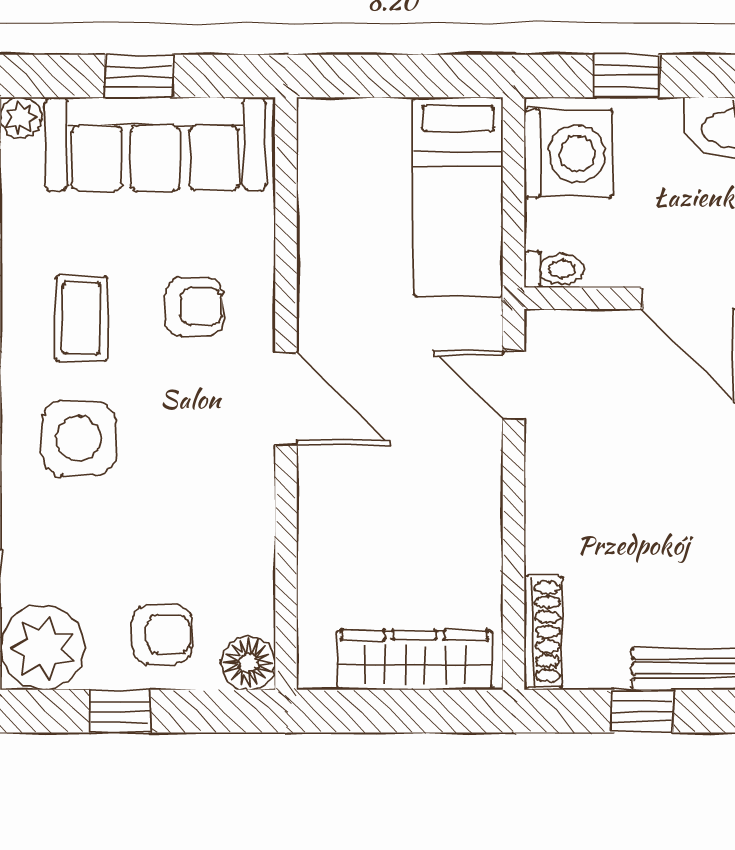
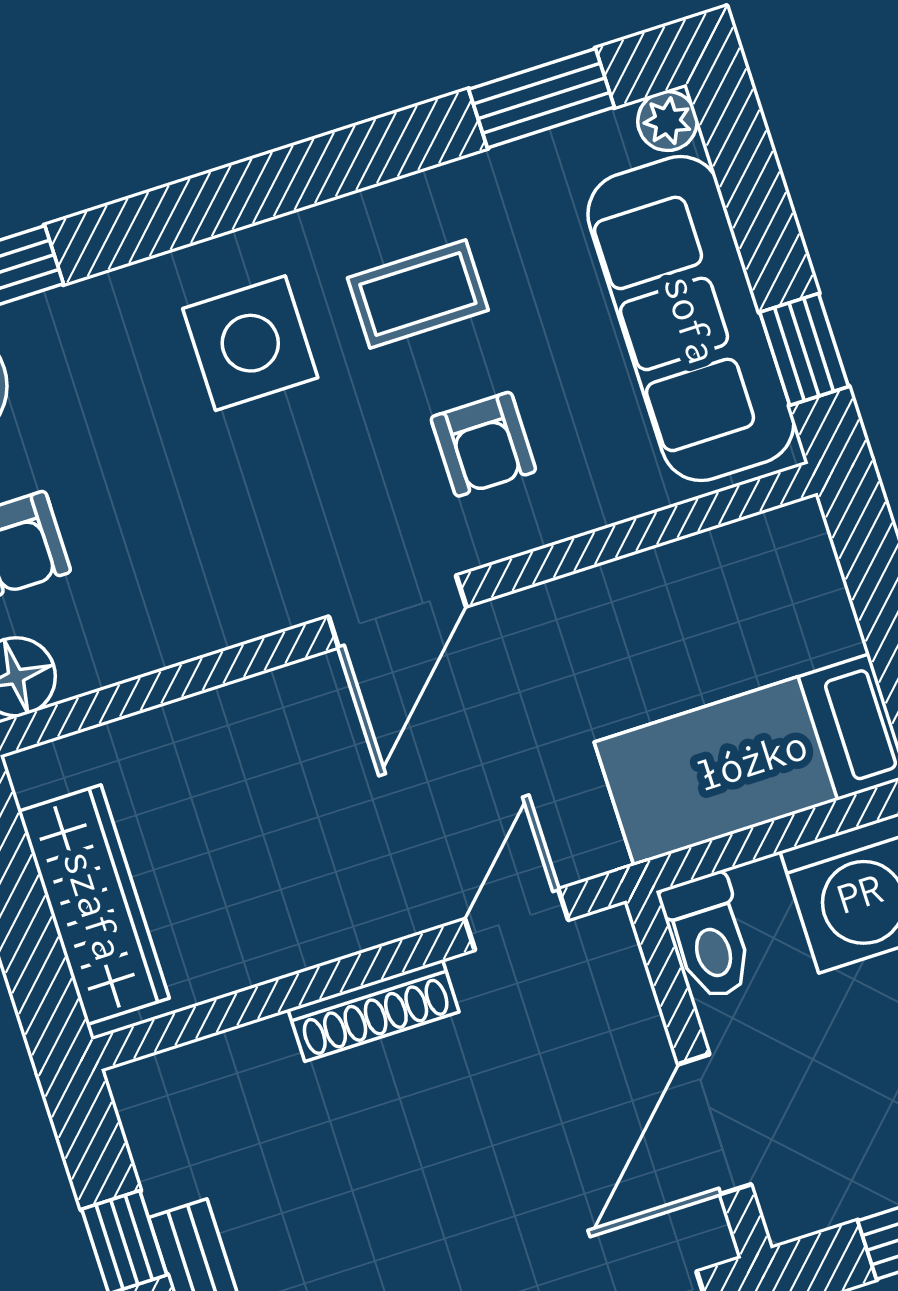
window: (139, 76) -> (804, 349), moved
toilet: (554, 269) -> (708, 937), width x1.37, depth x1.39
shoe rack: (543, 632) -> (374, 1011), moved

